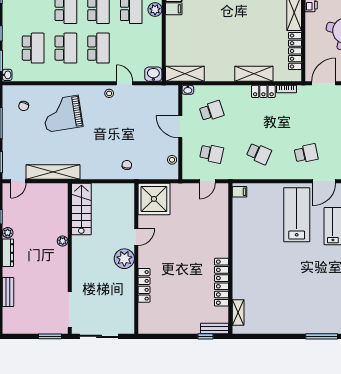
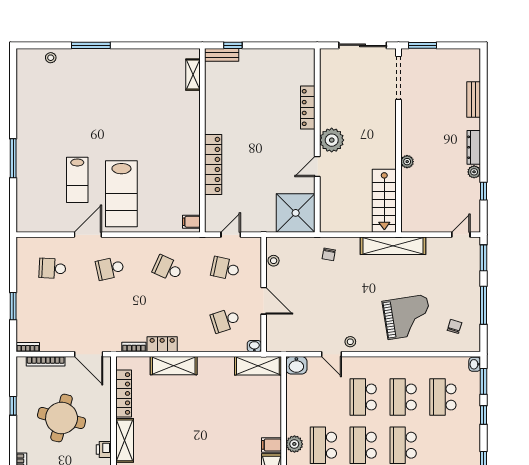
door: (324, 83) -> (89, 354), hinge flipped
shelving: (53, 172) -> (393, 246), moved
locker: (222, 282) -> (213, 164), moved

